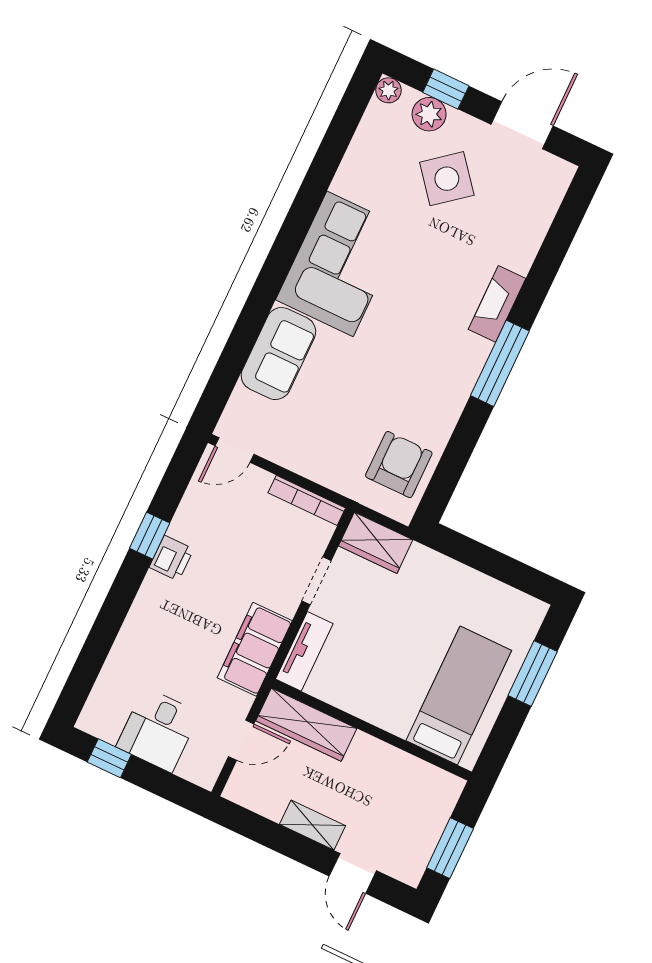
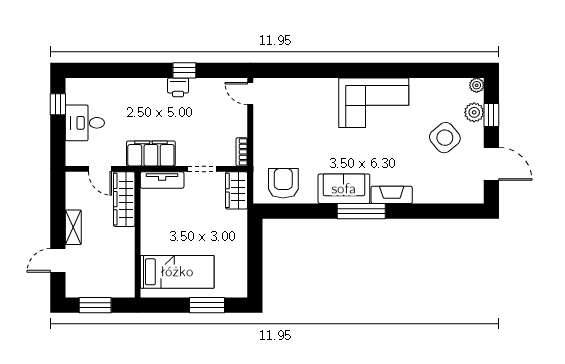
sofa: (278, 354) -> (344, 189), moved, turned 180
armchair: (399, 465) -> (283, 183), turned -90
bookcase: (307, 500) -> (242, 152), width x0.64

